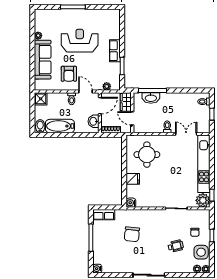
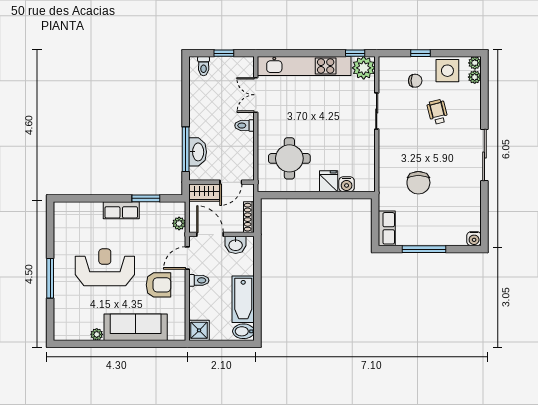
reception desk: (80, 41) -> (105, 267), turned 90
water cooler: (131, 203) -> (347, 184), moved
chair: (132, 234) -> (418, 183), turned 84

